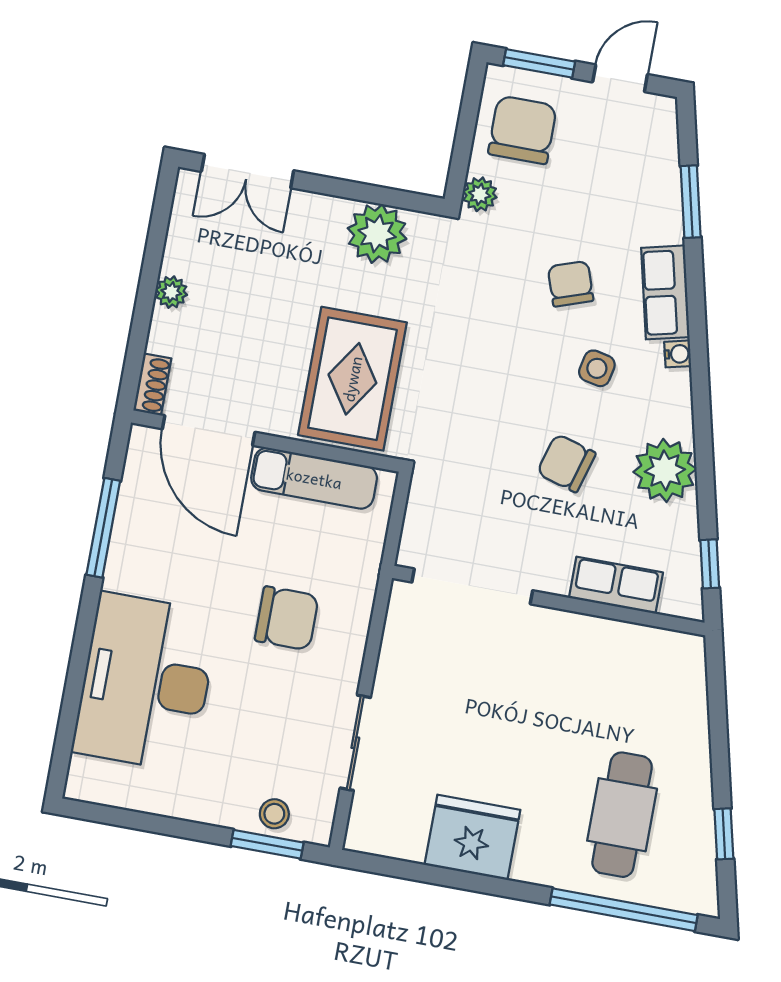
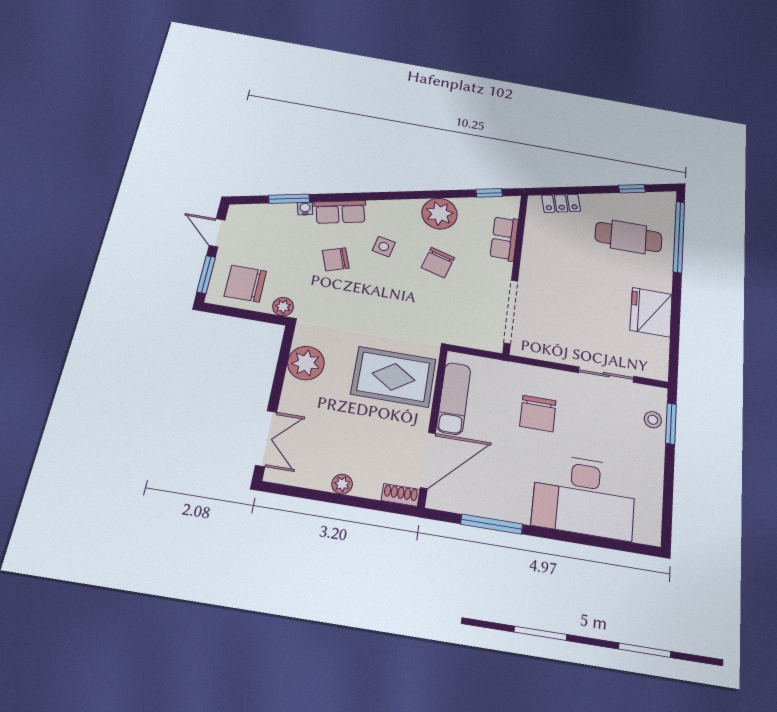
water cooler: (678, 354) -> (305, 209), moved
chair: (287, 618) -> (538, 413), turned 180
locker: (690, 696) -> (561, 203), added

